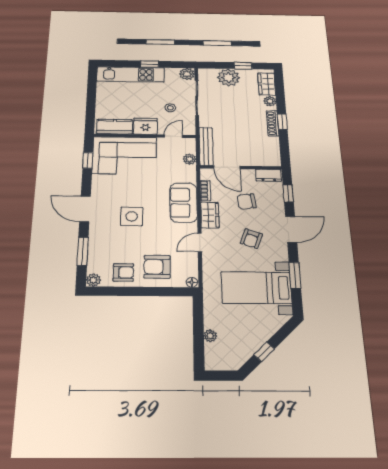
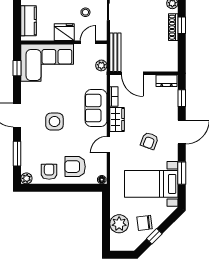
kitchen counter: (115, 127) -> (29, 21), moved, turned 90
chair: (247, 201) -> (145, 223), moved
armchair: (123, 272) -> (49, 172), turned -90
plant: (210, 336) -> (119, 224), width x1.87, depth x1.87

